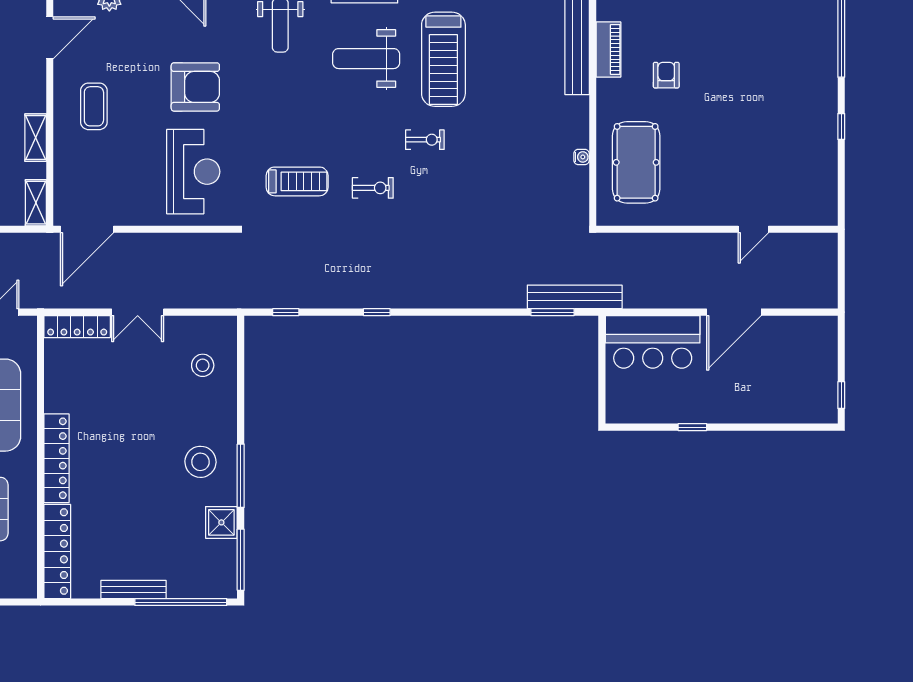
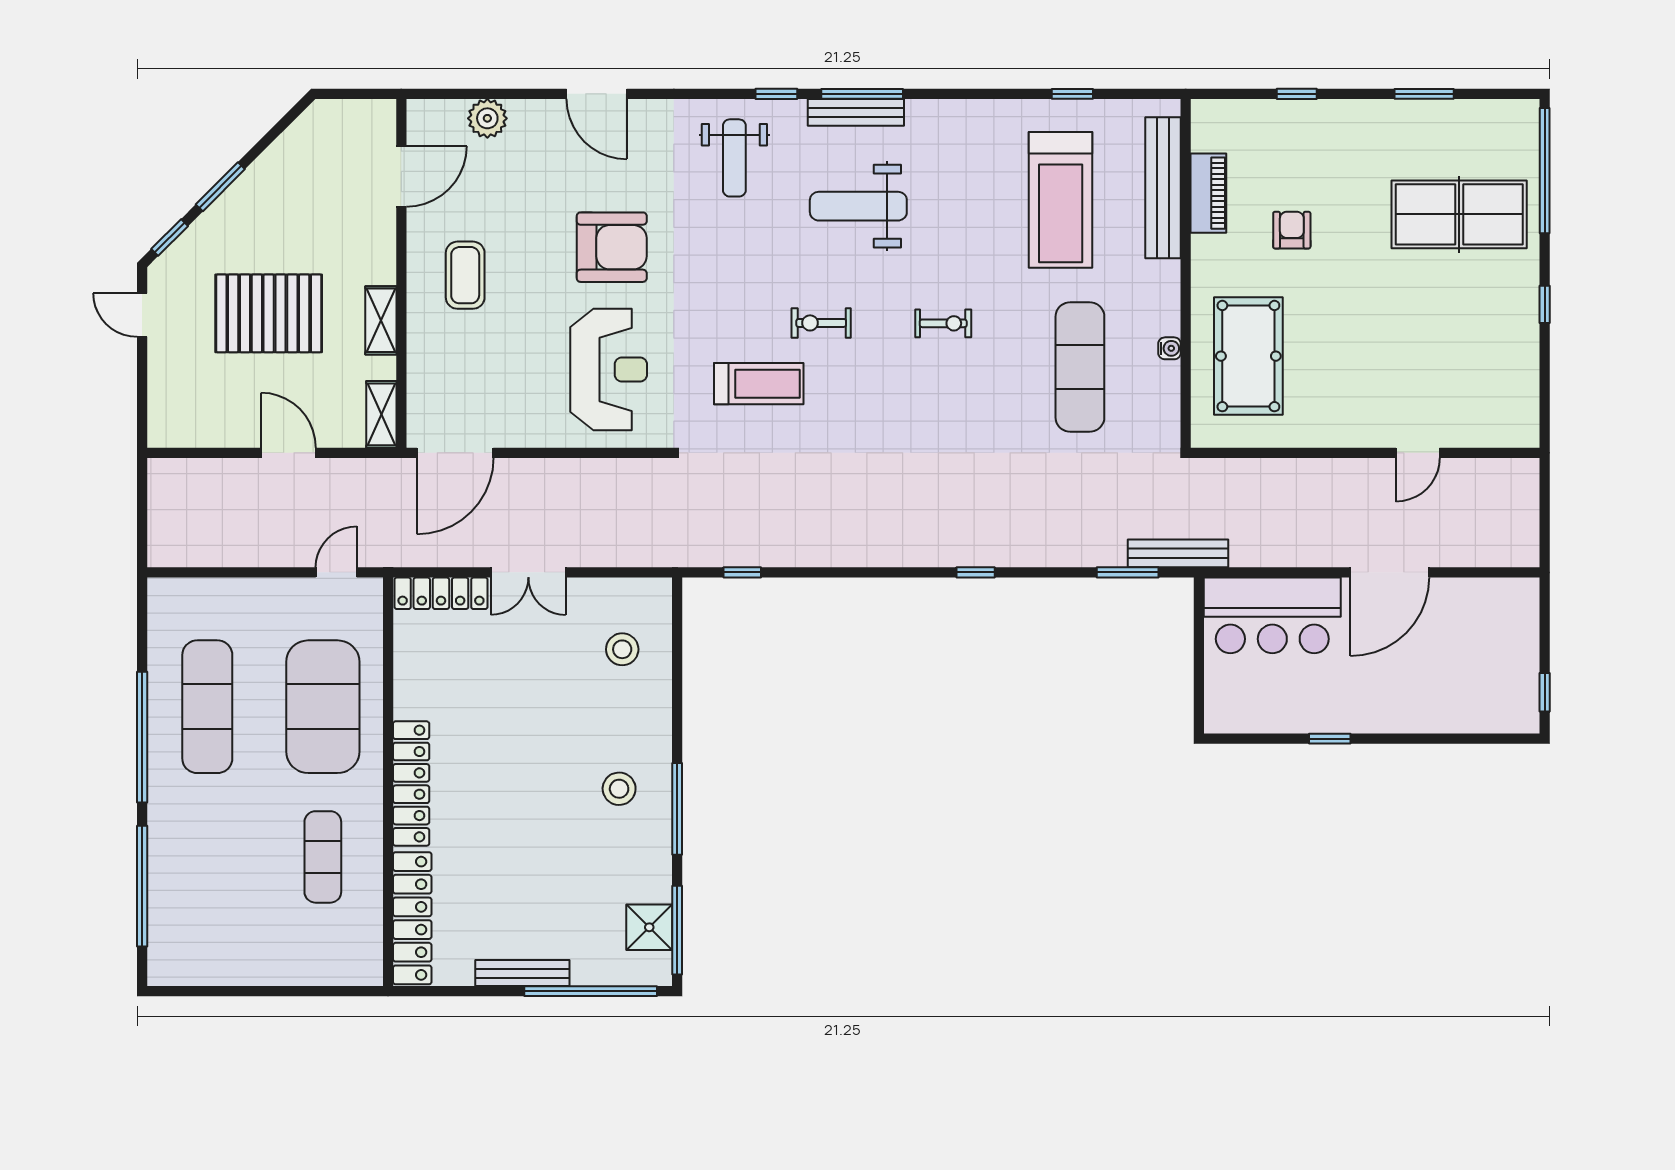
treadmill: (443, 59) -> (1061, 200), moved
table tennis table: (782, 64) -> (1459, 214), added
exercise mat: (520, 170) -> (1080, 367), added
exercise bike: (373, 188) -> (821, 323), moved, turned 180
bench: (575, 297) -> (1178, 553), width x0.73, depth x0.82
window: (377, 312) -> (976, 572), moved
stool: (200, 462) -> (619, 789), width x0.73, depth x0.73
shower: (221, 522) -> (649, 927), moved

